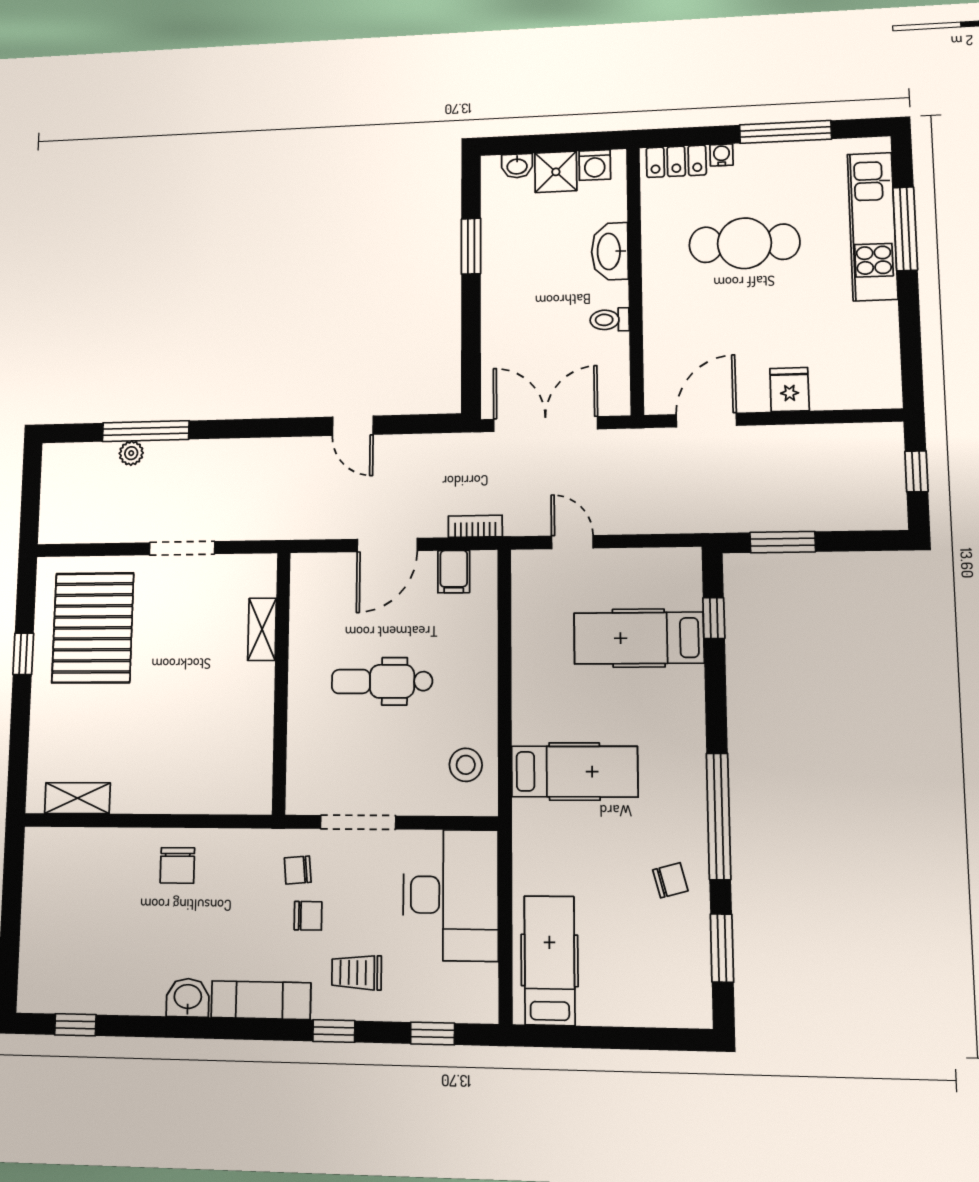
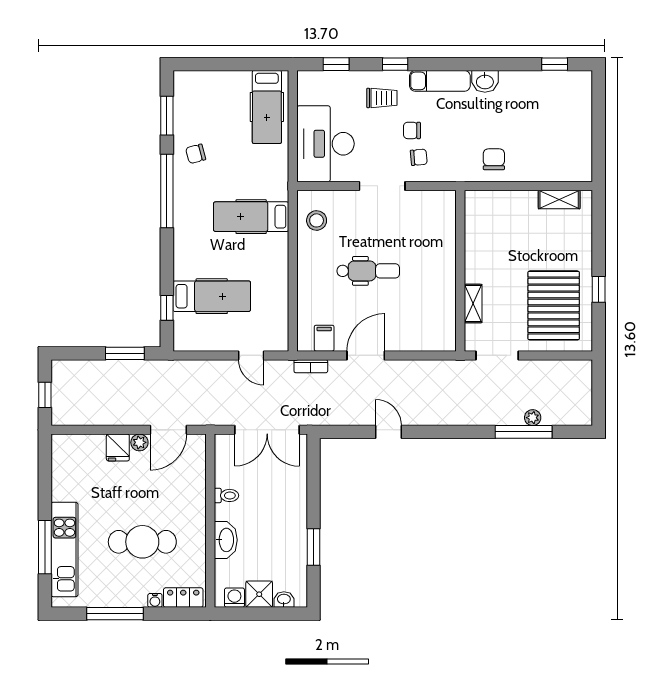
plant: (754, 399) -> (139, 442), added
shelving: (262, 629) -> (473, 304), moved
wall: (281, 682) -> (460, 271), moved

